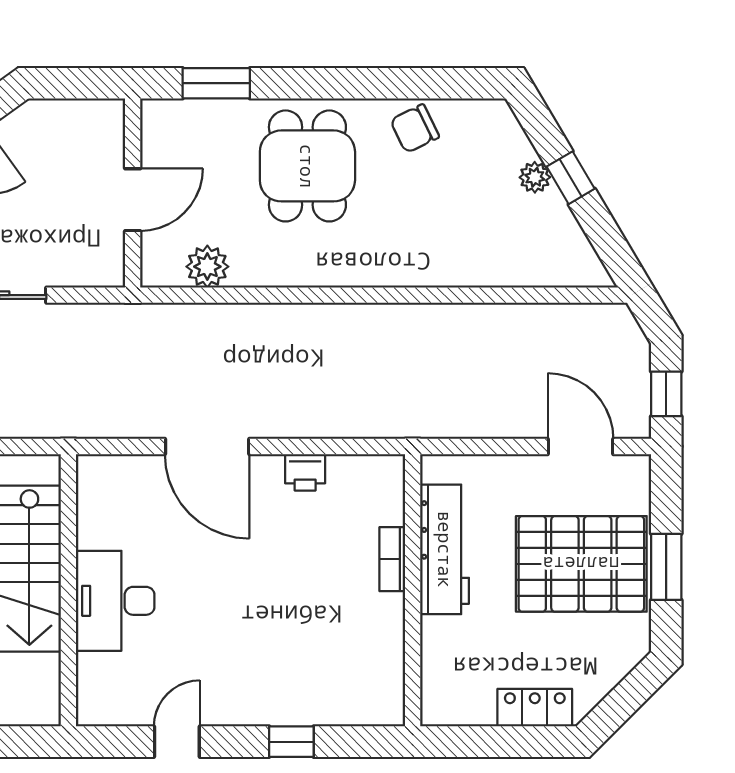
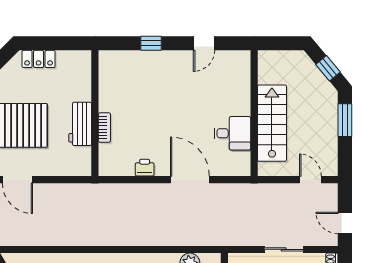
workbench: (445, 549) -> (80, 124), width x0.73
desk: (115, 601) -> (232, 133), moved, width x0.73

